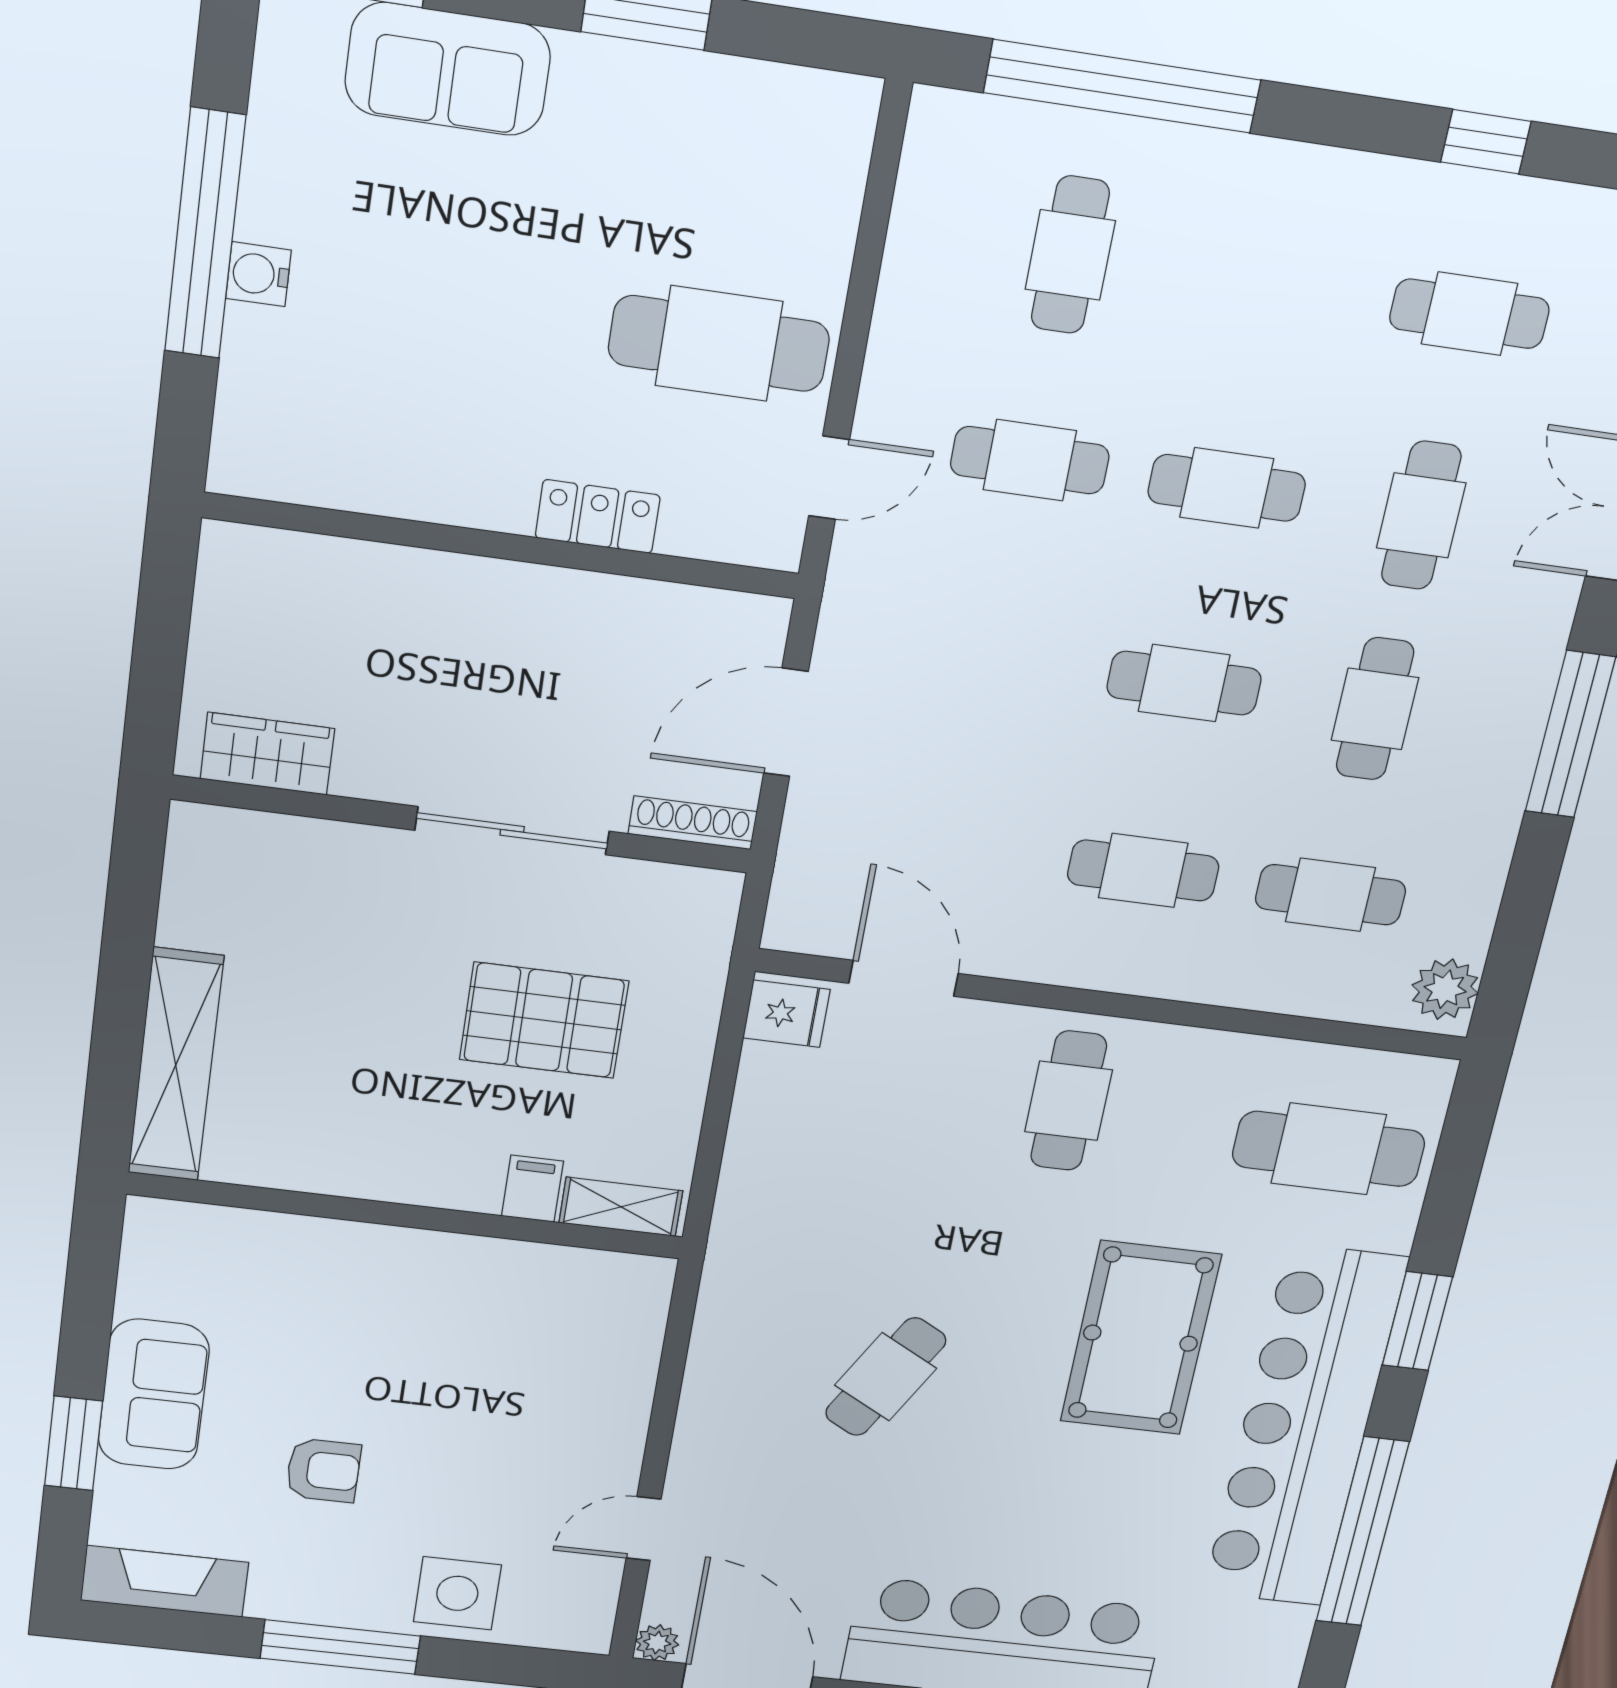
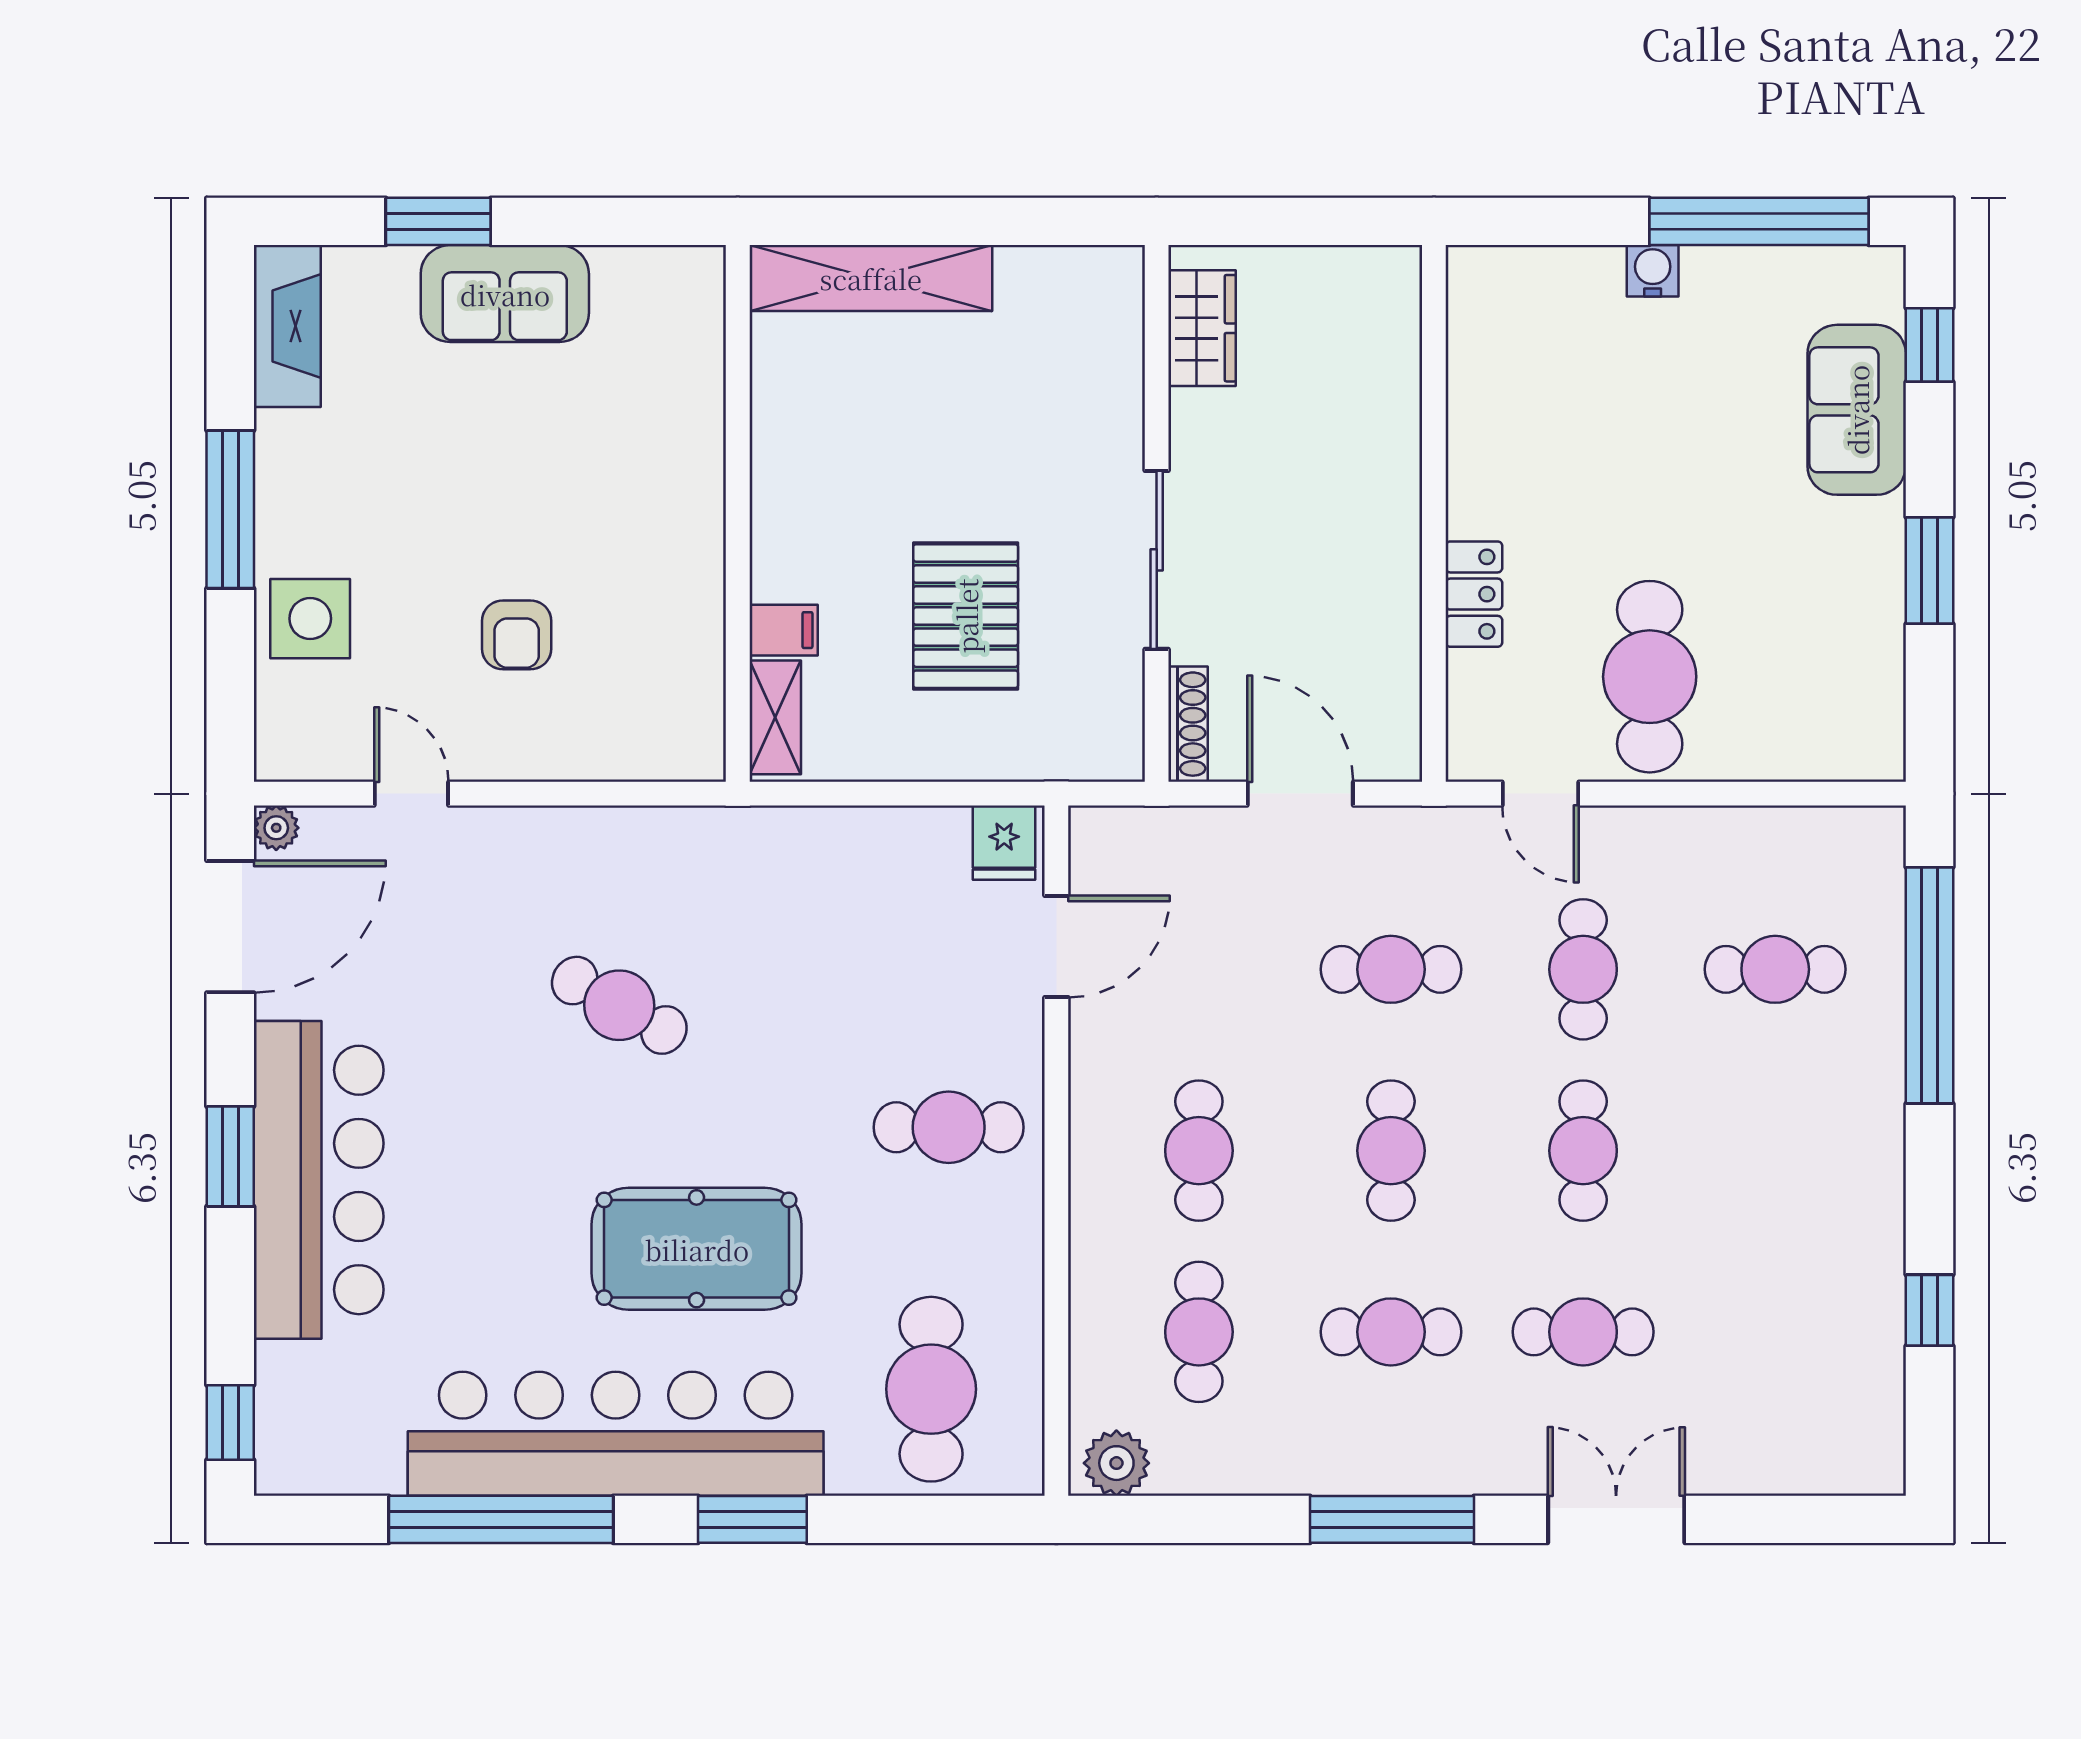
window: (205, 234) -> (1759, 221), moved
cafe table: (1469, 314) -> (1391, 969), moved, turned 90
armchair: (323, 1470) -> (517, 635), moved

